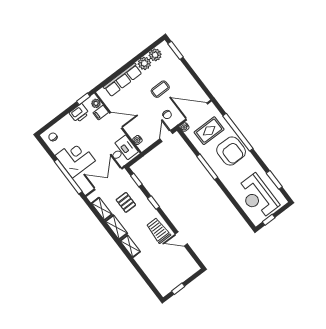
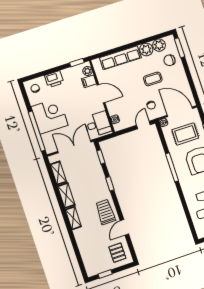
chair: (170, 66) -> (169, 60), added
printer: (79, 113) -> (54, 79), moved
pallet: (126, 202) -> (117, 253), moved
door: (181, 239) -> (124, 227), hinge flipped

